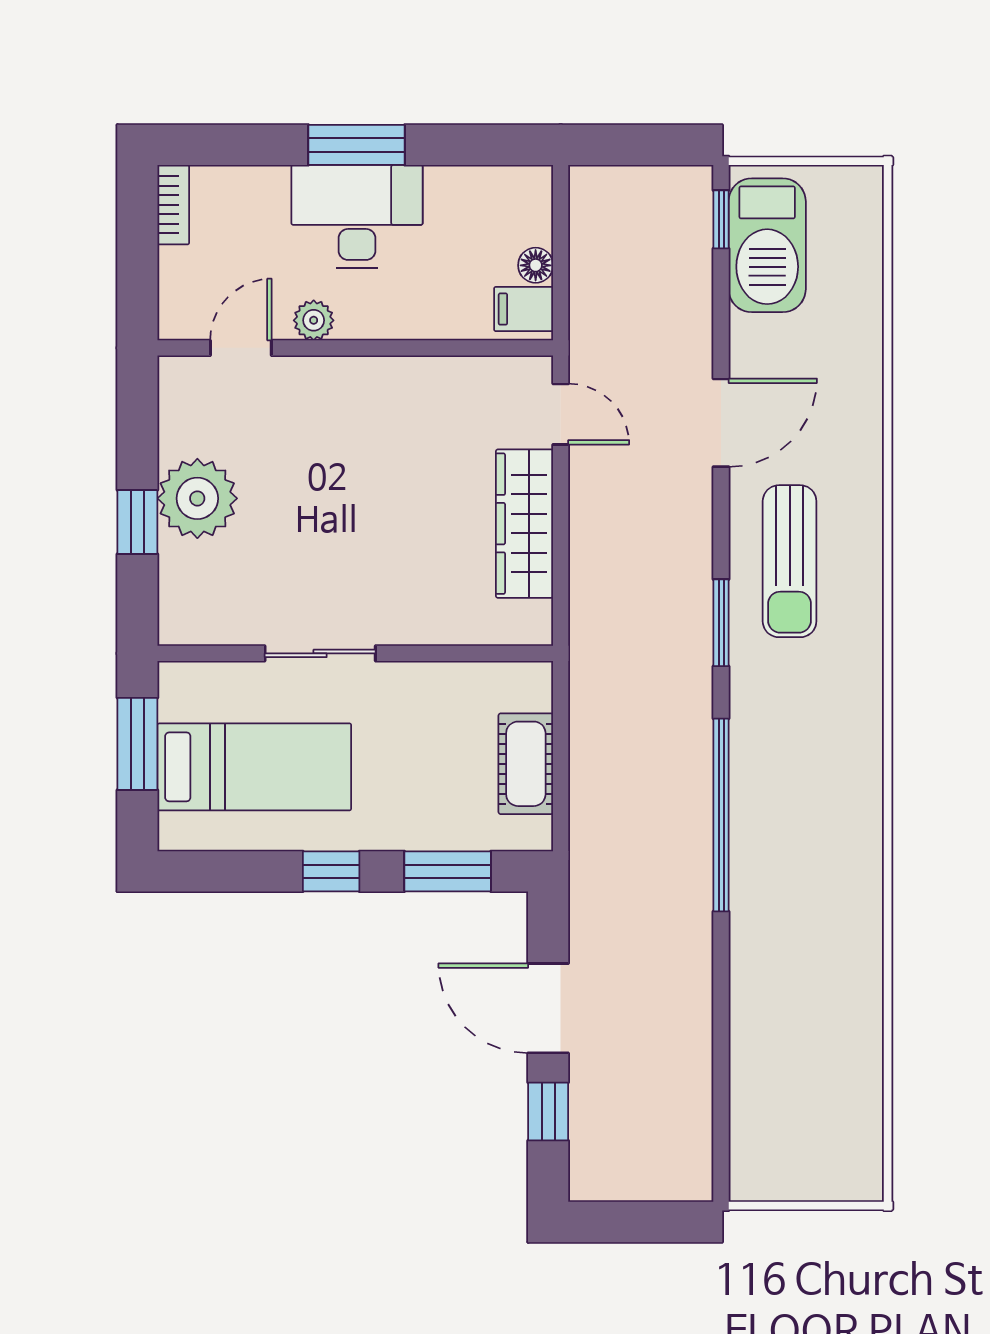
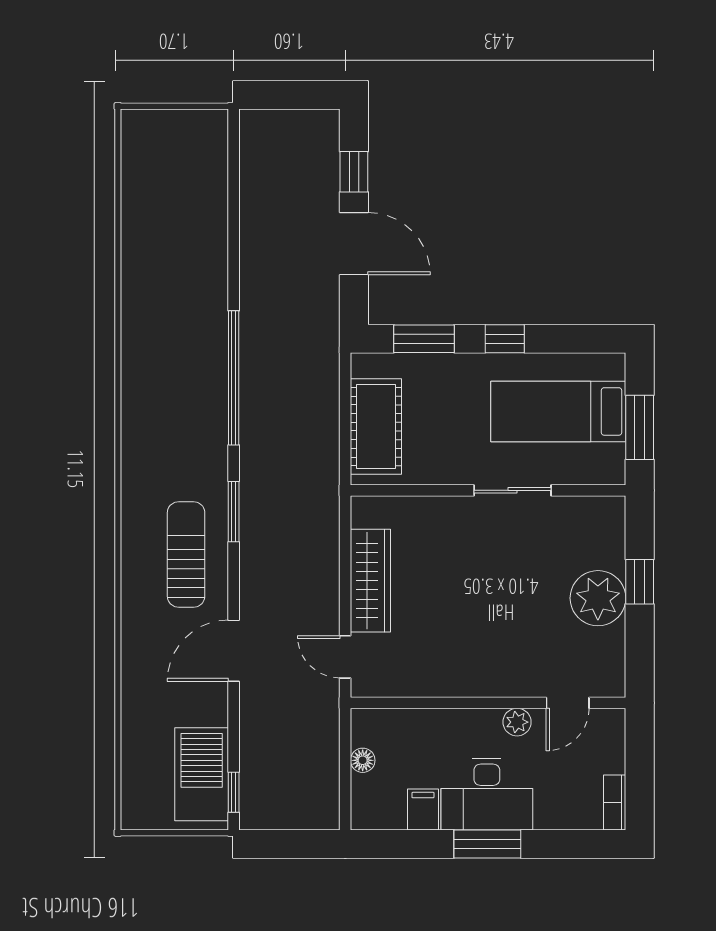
filing cabinet: (524, 309) -> (423, 809), moved, turned -90
cot: (526, 764) -> (376, 427), width x1.37, depth x1.34

